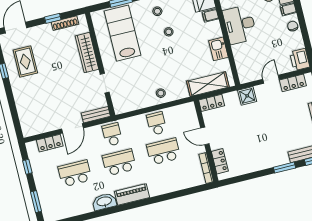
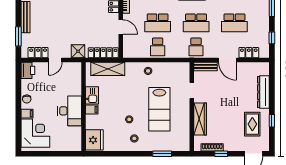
filing cabinet: (210, 15) -> (92, 110), moved
lab bench: (122, 33) -> (159, 109), moved
dresser: (22, 102) -> (263, 92), added
locker: (212, 103) -> (103, 53), width x1.53
door: (72, 128) -> (227, 60), swing flipped

